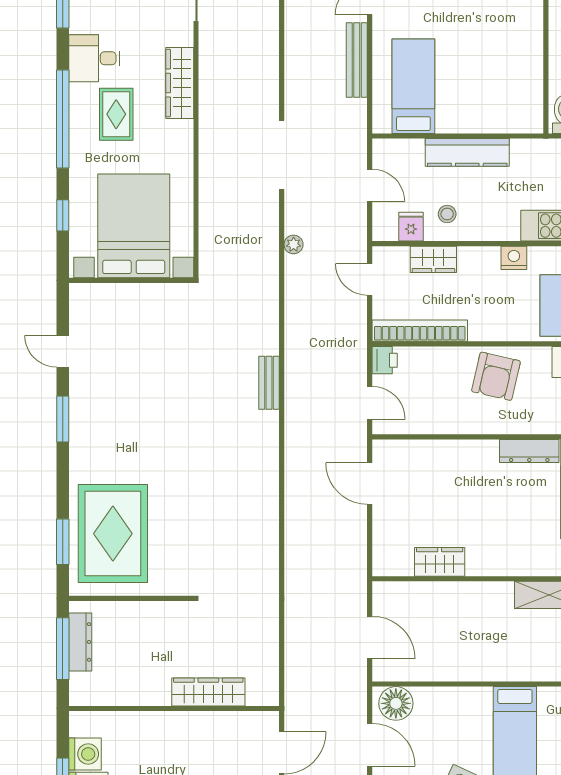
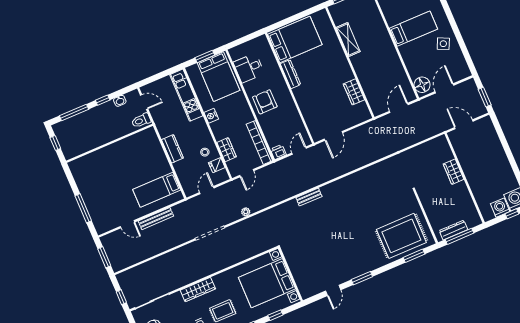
kitchen counter: (467, 152) -> (172, 149), width x0.67
armchair: (496, 376) -> (265, 102), turned -103
wardrobe: (208, 692) -> (454, 172), width x0.67

